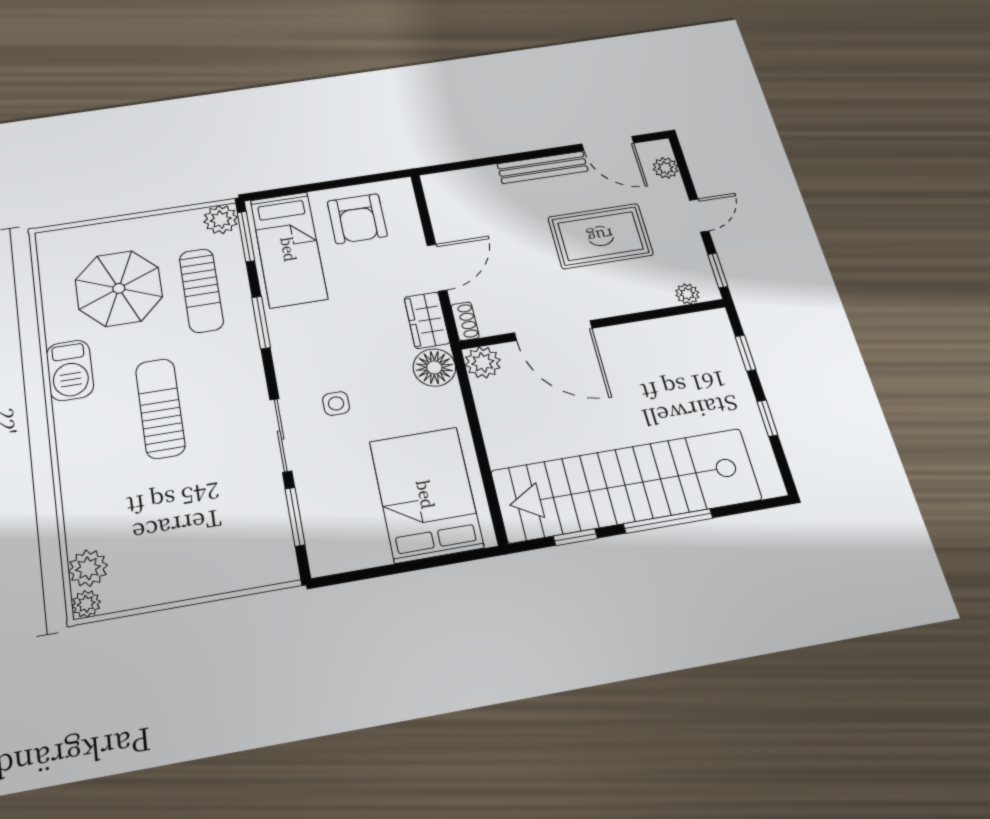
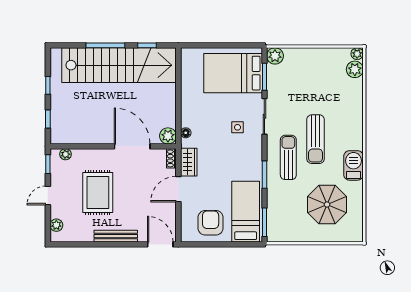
door: (608, 143) -> (160, 244), moved
plant: (221, 220) -> (275, 56), moved
rug: (600, 236) -> (98, 193), turned 90
sun lounger: (201, 290) -> (288, 157), moved
floor lamp: (434, 367) -> (186, 133), width x0.53, depth x0.53
bed: (426, 494) -> (233, 73), moved, turned 90

